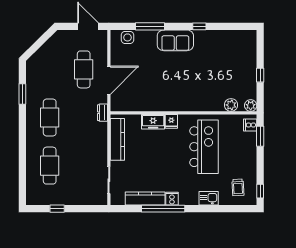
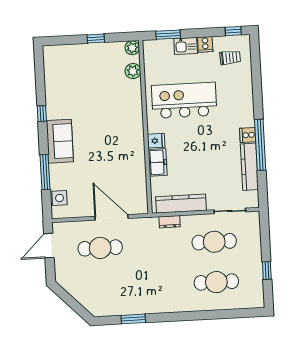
dresser: (103, 113) -> (170, 222), moved
cafe table: (50, 118) -> (214, 242), moved
cooker: (250, 125) -> (205, 44), moved
kitchen sink: (209, 198) -> (186, 46), moved, turned -90

